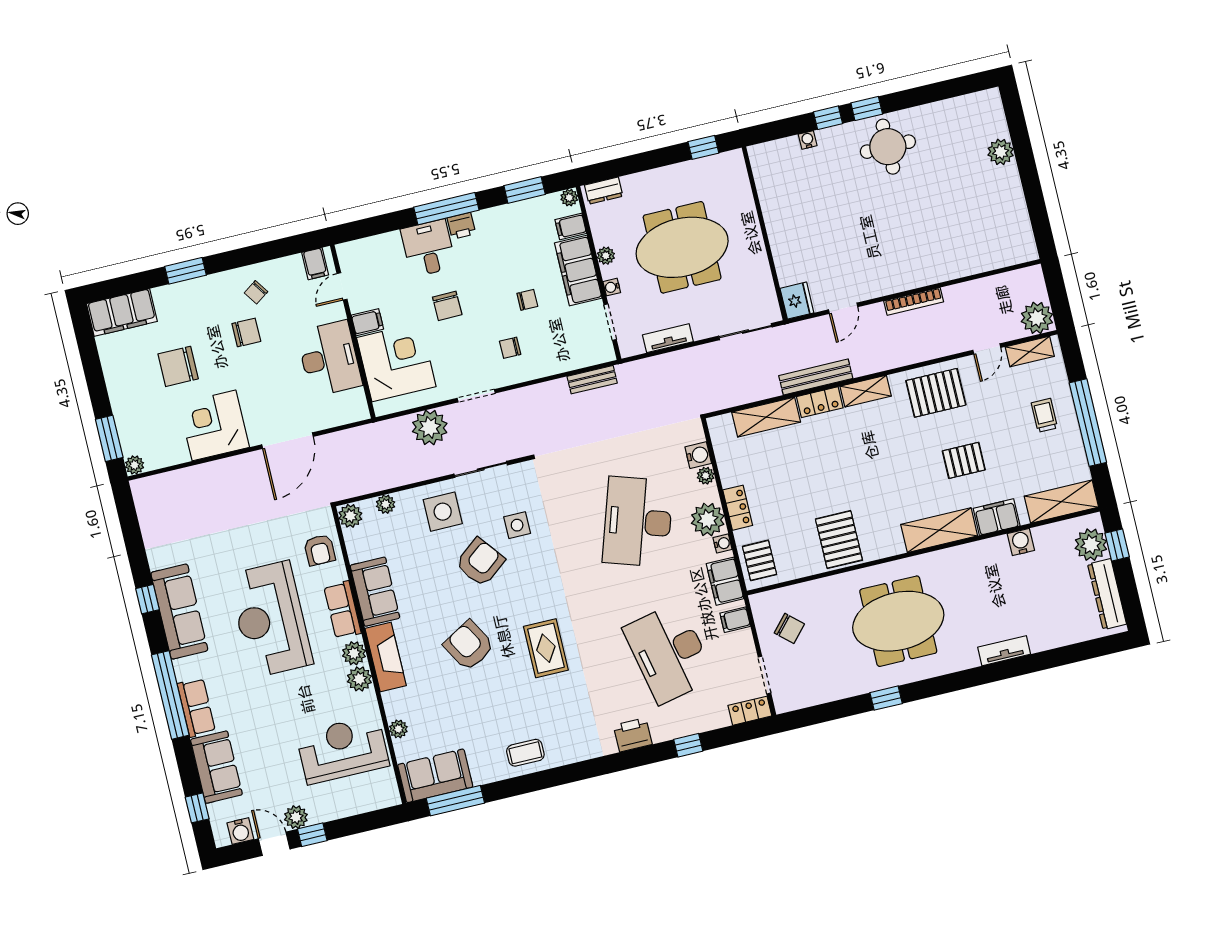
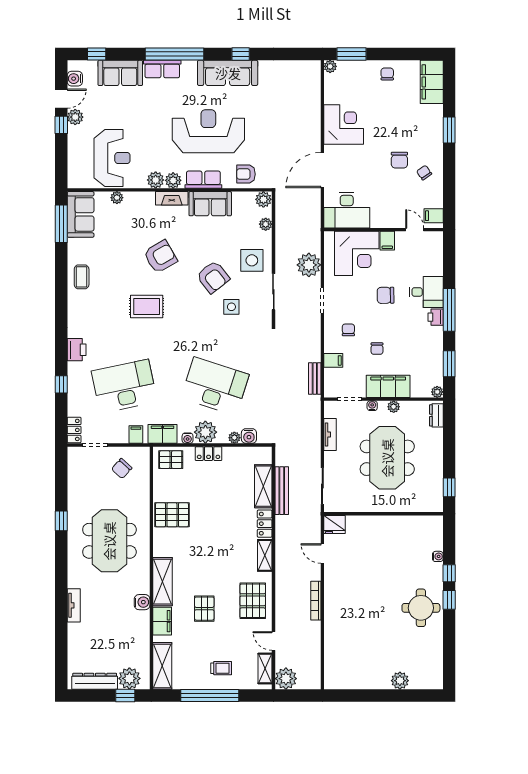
filing cabinet: (571, 226) -> (333, 360), moved, turned 90
desk: (329, 358) -> (347, 210), moved
chair: (178, 366) -> (387, 74), moved, width x0.54, depth x0.54
bench: (816, 377) -> (282, 491), moved
door: (288, 441) -> (322, 170), hinge flipped
water cooler: (1021, 542) -> (142, 602), moved
fireplace: (386, 657) -> (172, 198), width x0.73, depth x0.76

